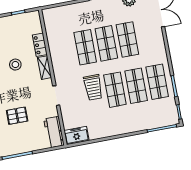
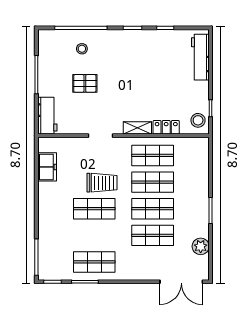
stool: (15, 65) -> (198, 120), moved
shop shelf: (136, 86) -> (153, 155), moved
trolley: (93, 87) -> (102, 183), turned 180
pallet: (17, 116) -> (85, 83), turned 90
workbench: (54, 132) -> (47, 116), moved, turned 90
freezer: (77, 135) -> (47, 167), moved

